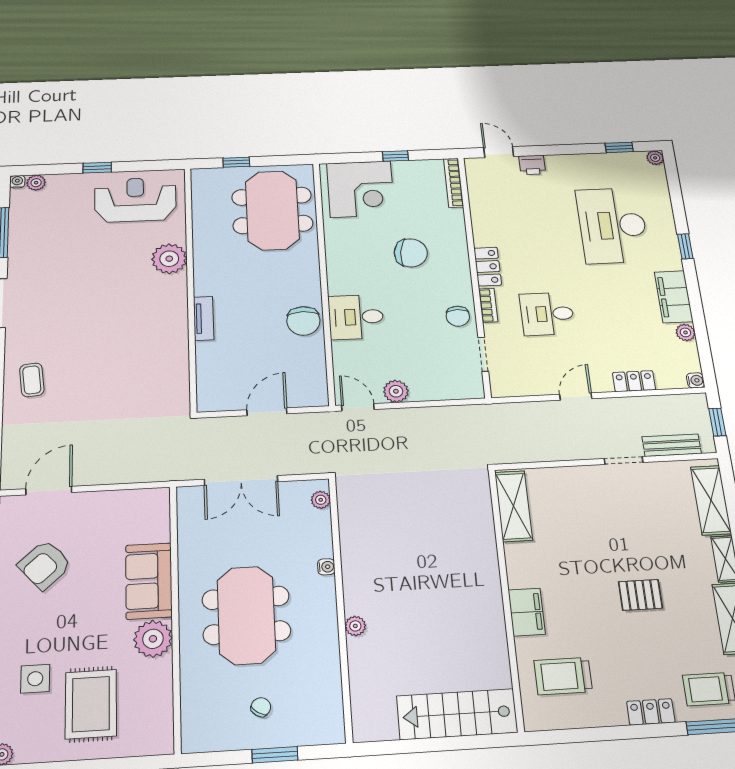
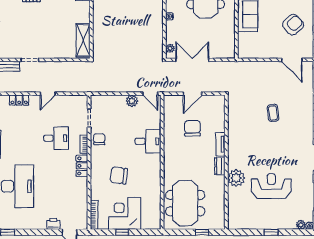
corner desk: (361, 189) -> (125, 213), moved
reception desk: (135, 200) -> (271, 186), moved, turned 180
dresser: (204, 279) -> (220, 166), added
chair: (303, 321) -> (192, 128), moved
coffee table: (32, 380) -> (273, 113), moved
double door: (241, 481) -> (192, 60), moved
door: (49, 491) -> (292, 60), hinge flipped

